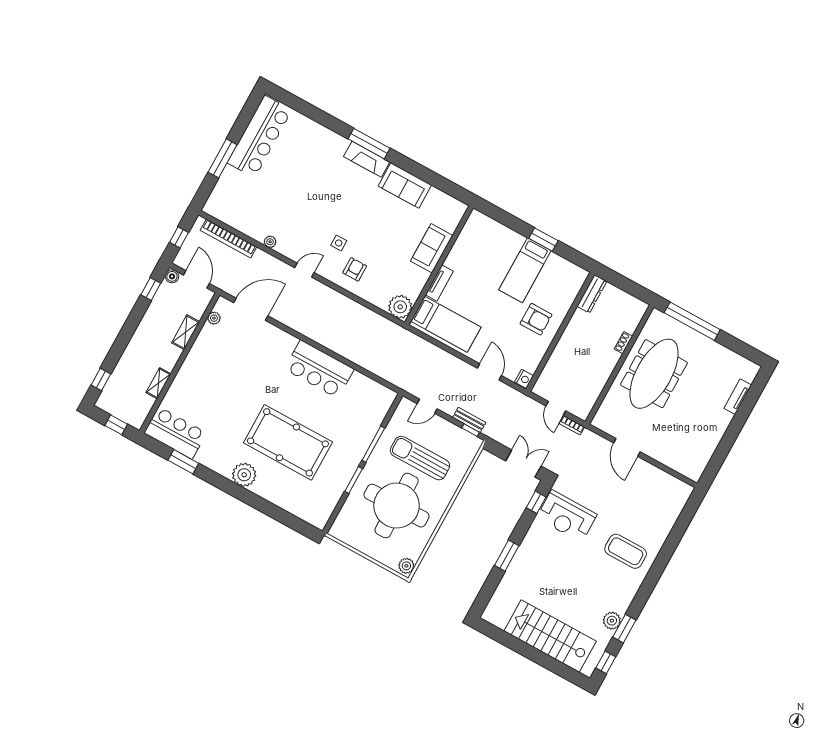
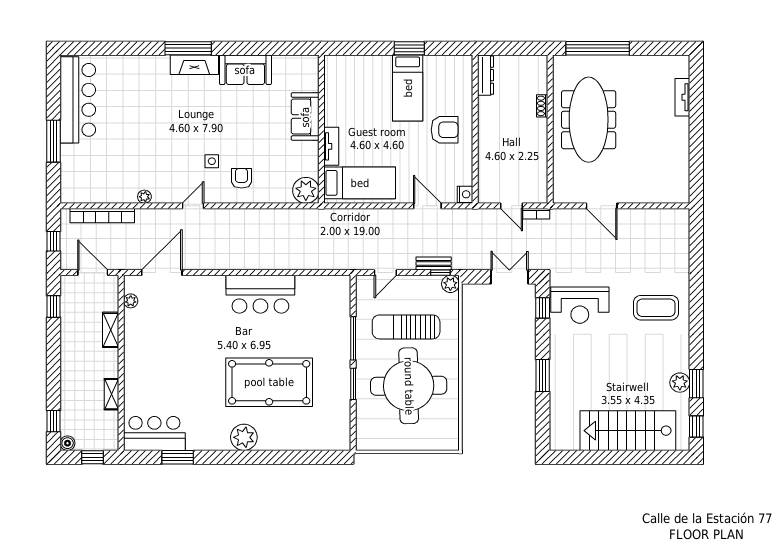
boiler: (172, 276) -> (68, 443), moved
plant: (406, 566) -> (450, 284), moved

